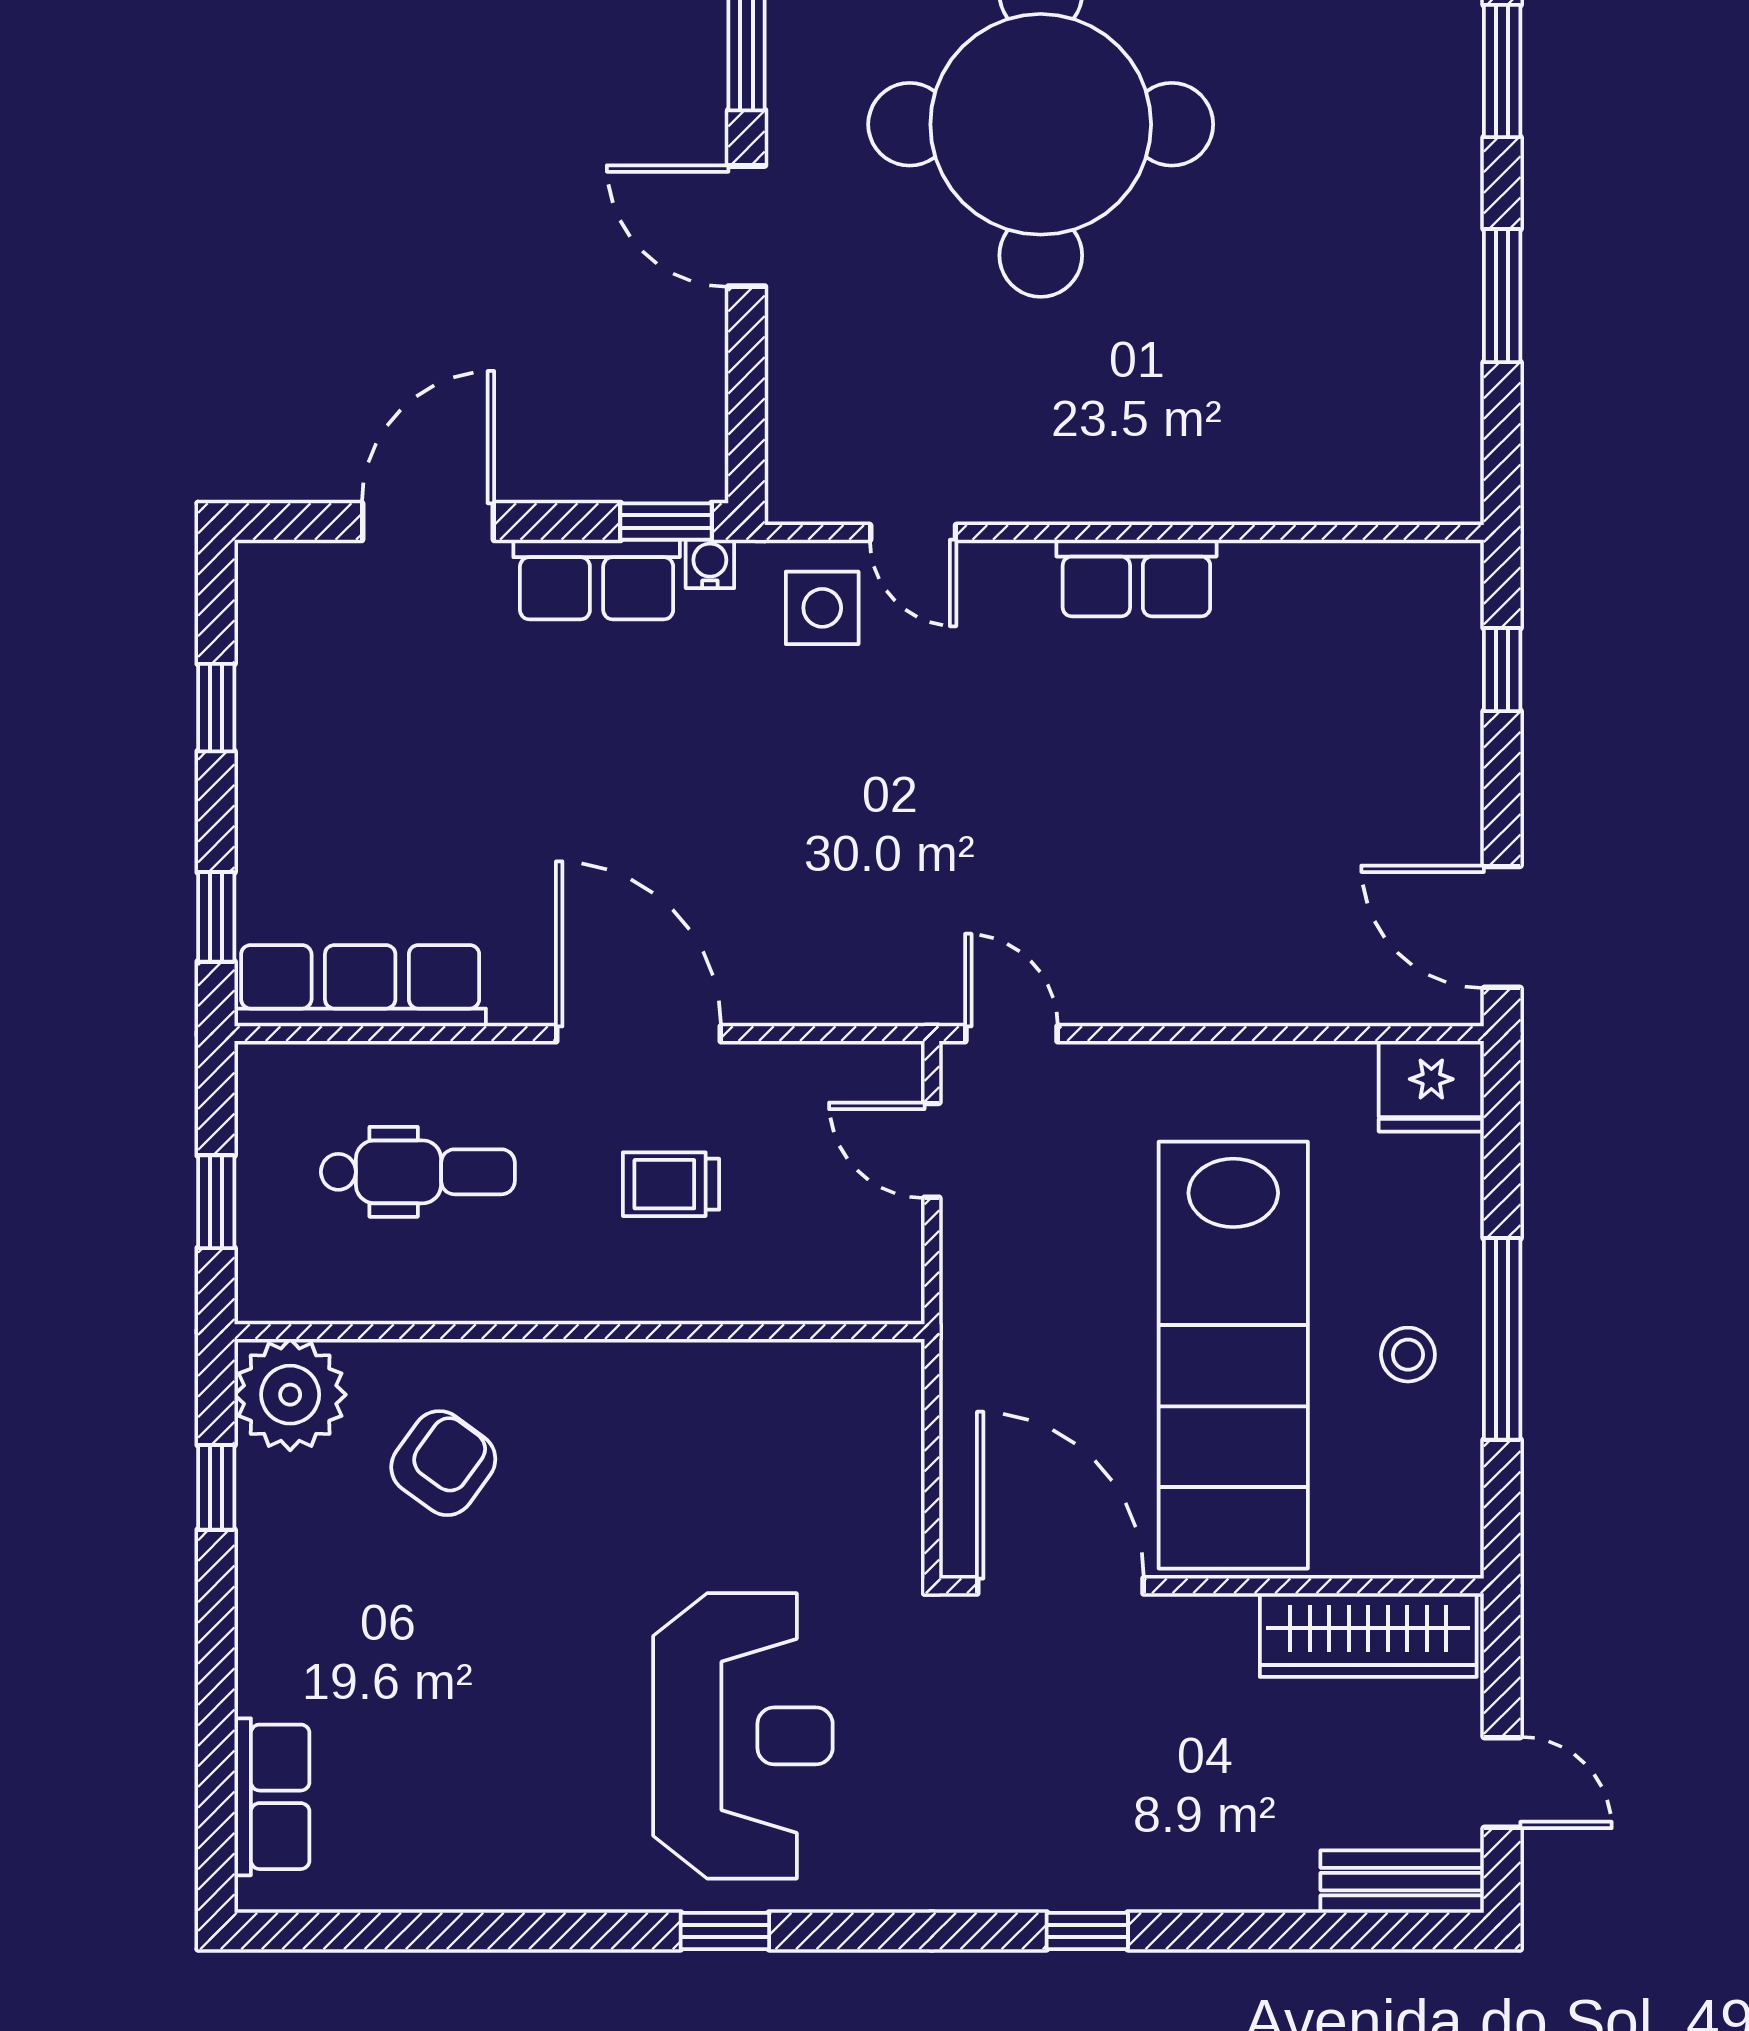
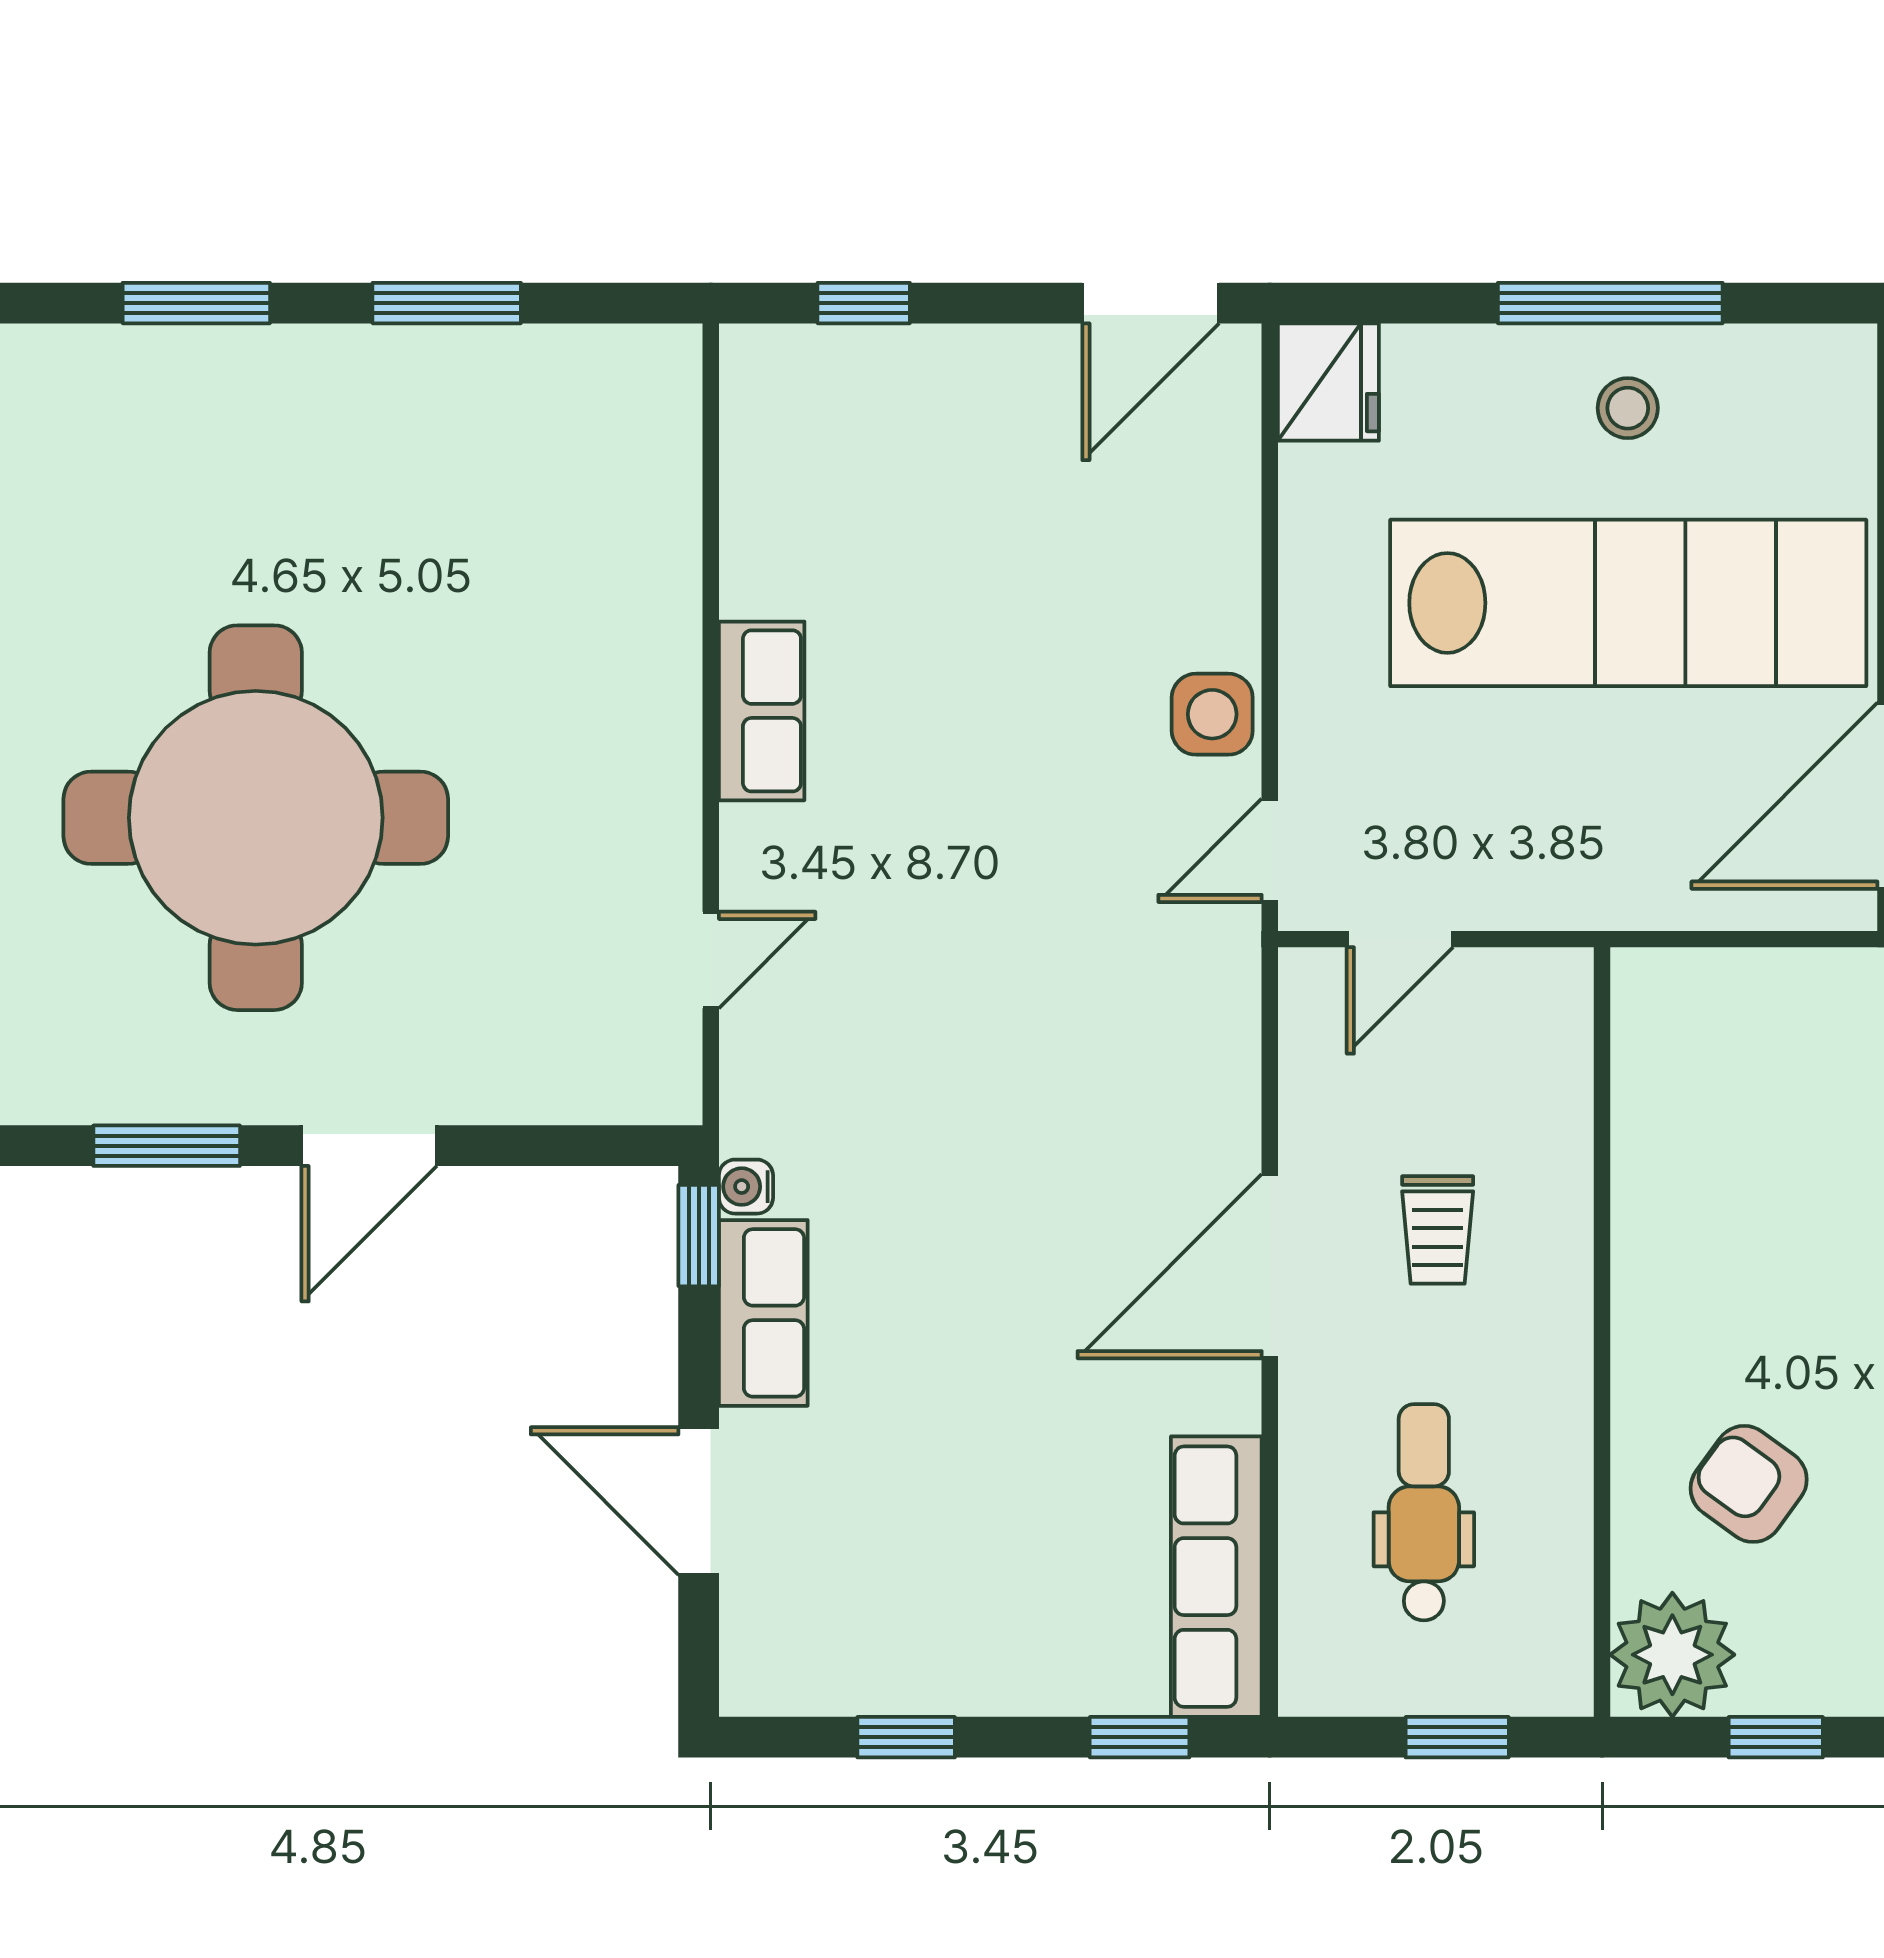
side table: (822, 608) -> (1212, 714), moved

